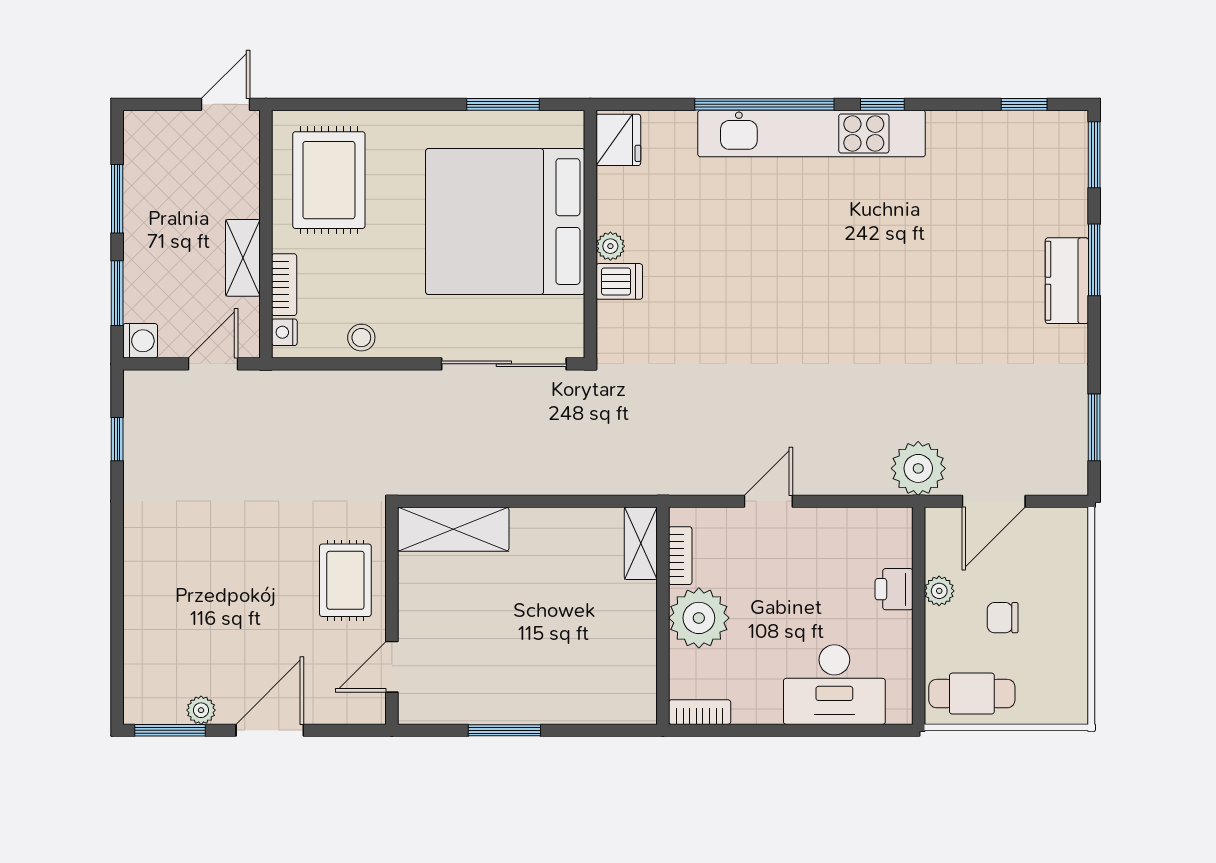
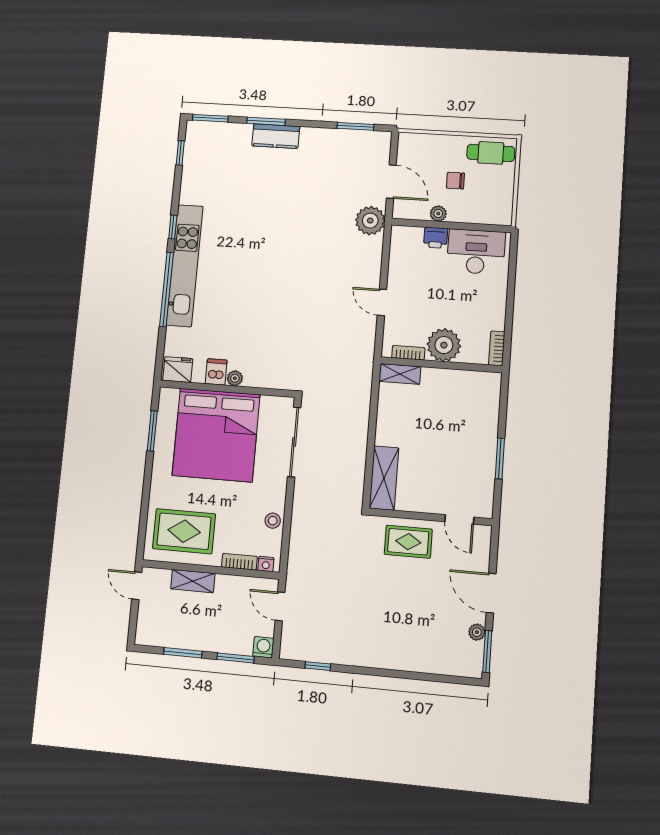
shelving: (243, 258) -> (193, 581), moved
dishwasher: (619, 281) -> (216, 372), moved
chair: (1003, 618) -> (455, 181), turned 90
desk: (834, 685) -> (476, 252), moved, turned -90
cafe table: (972, 694) -> (491, 153), moved, turned 90

